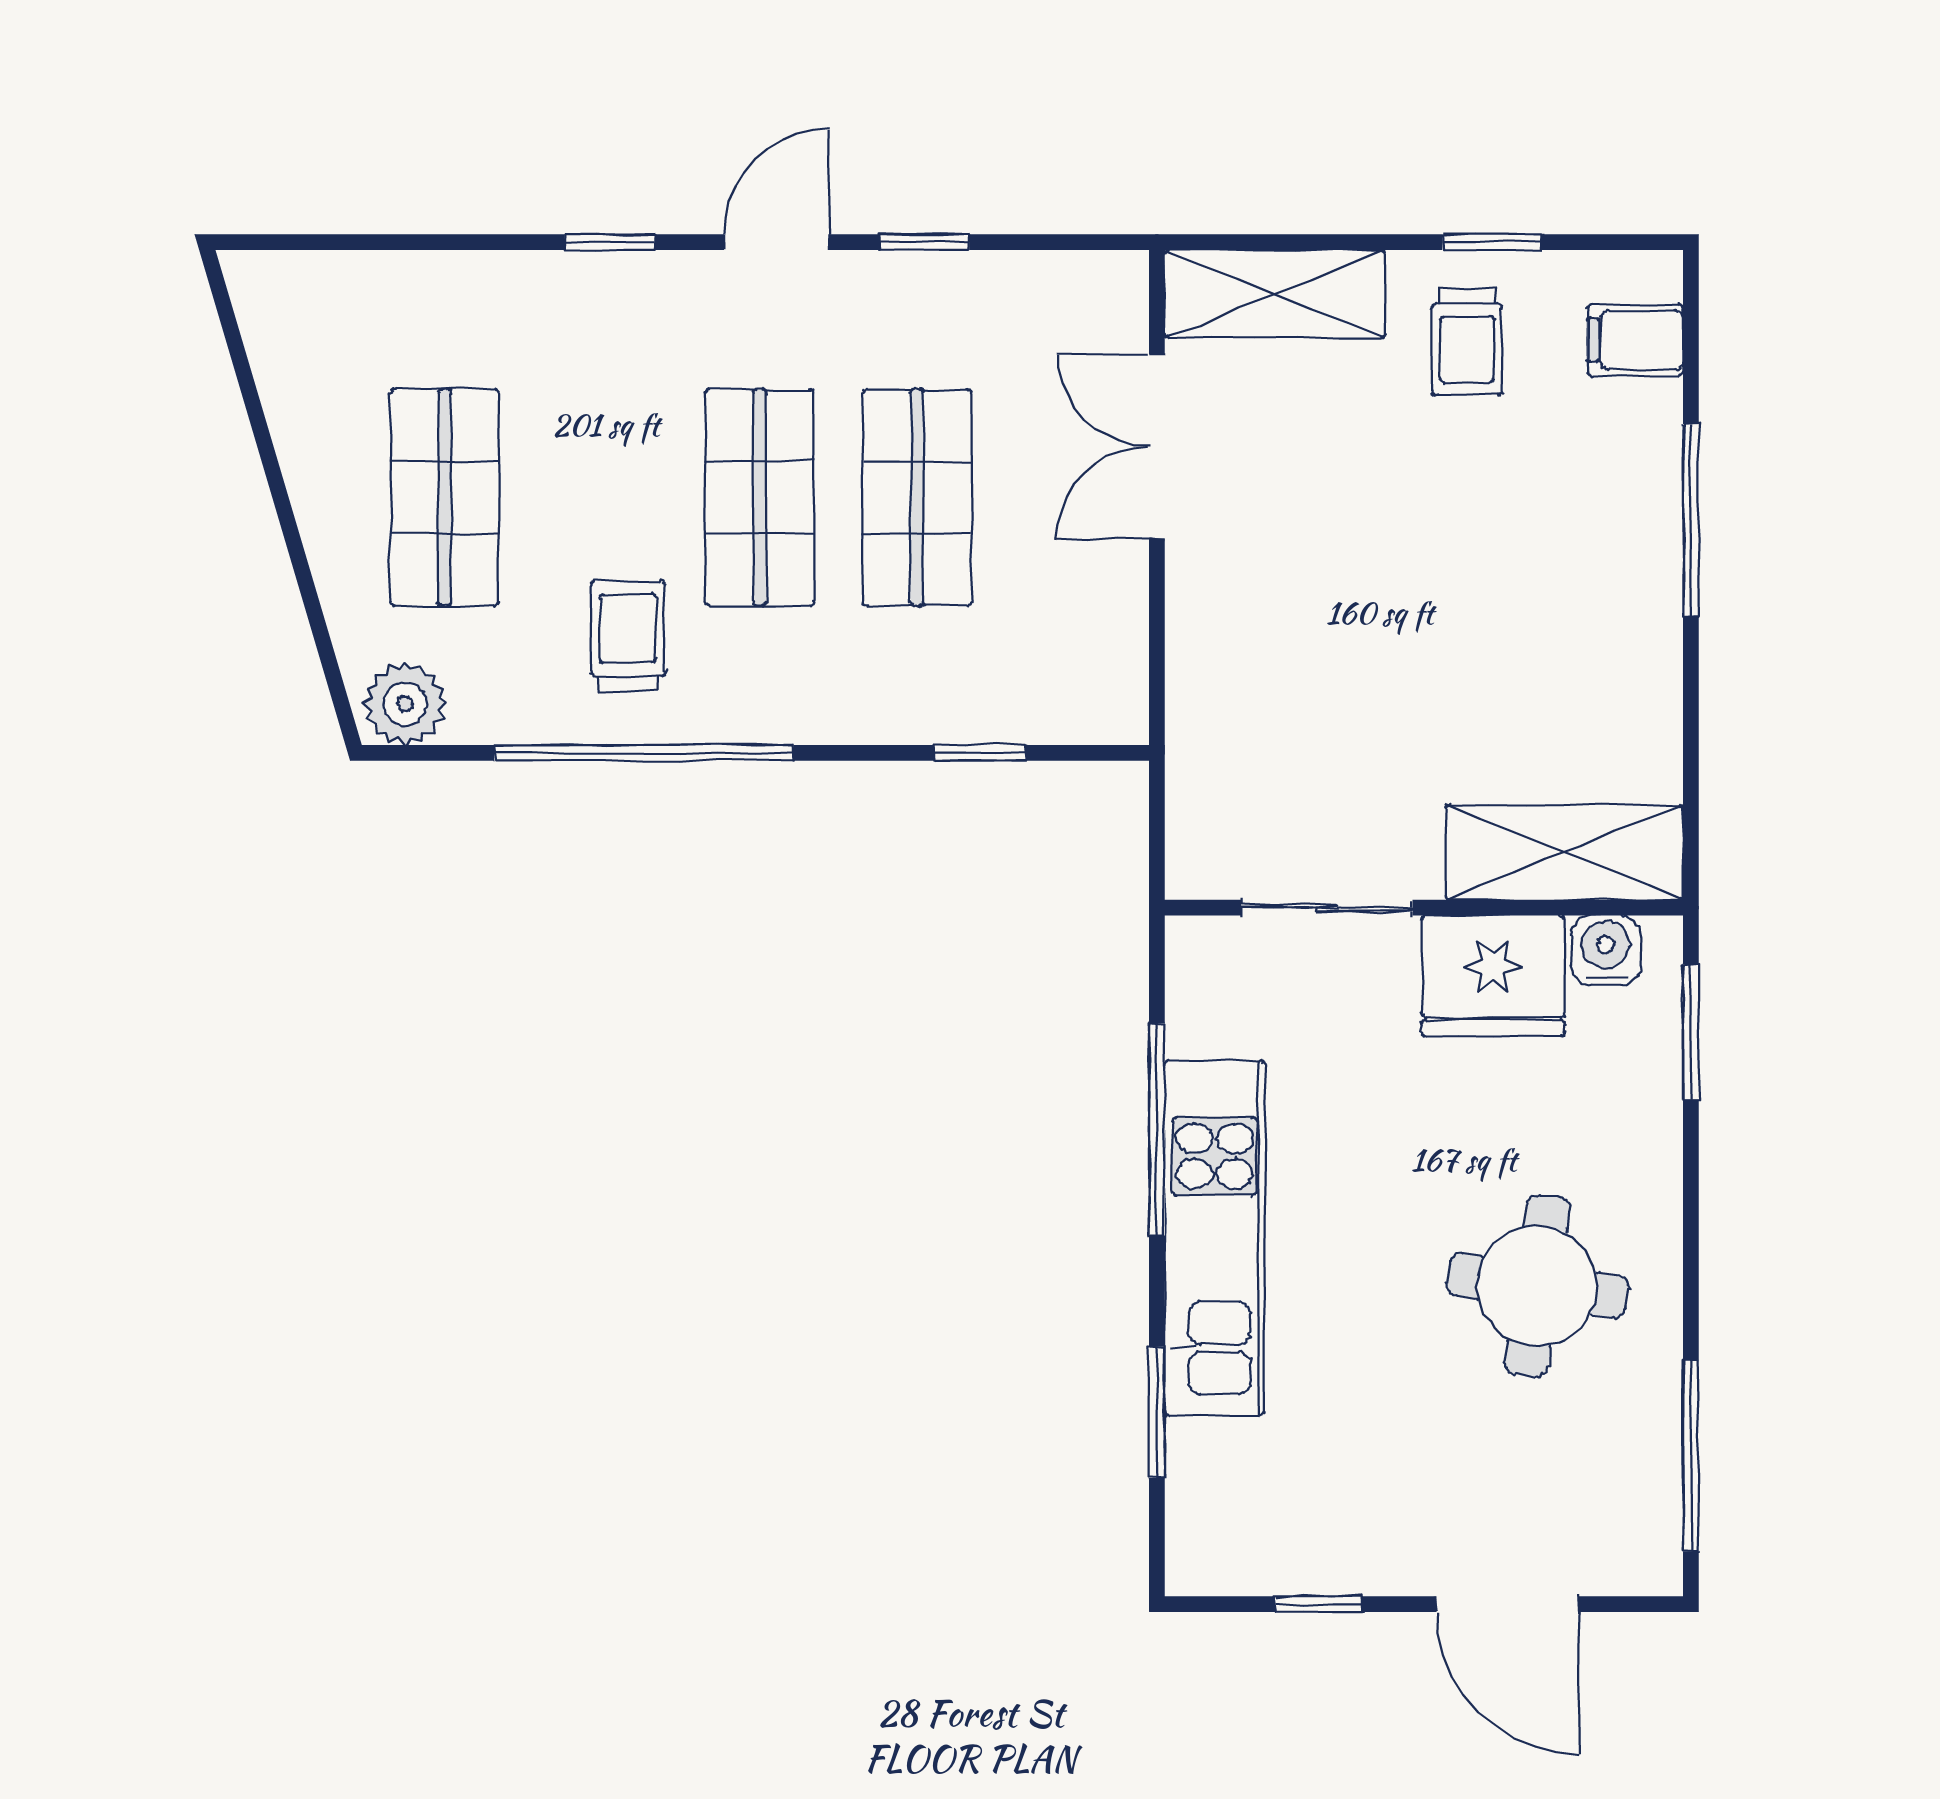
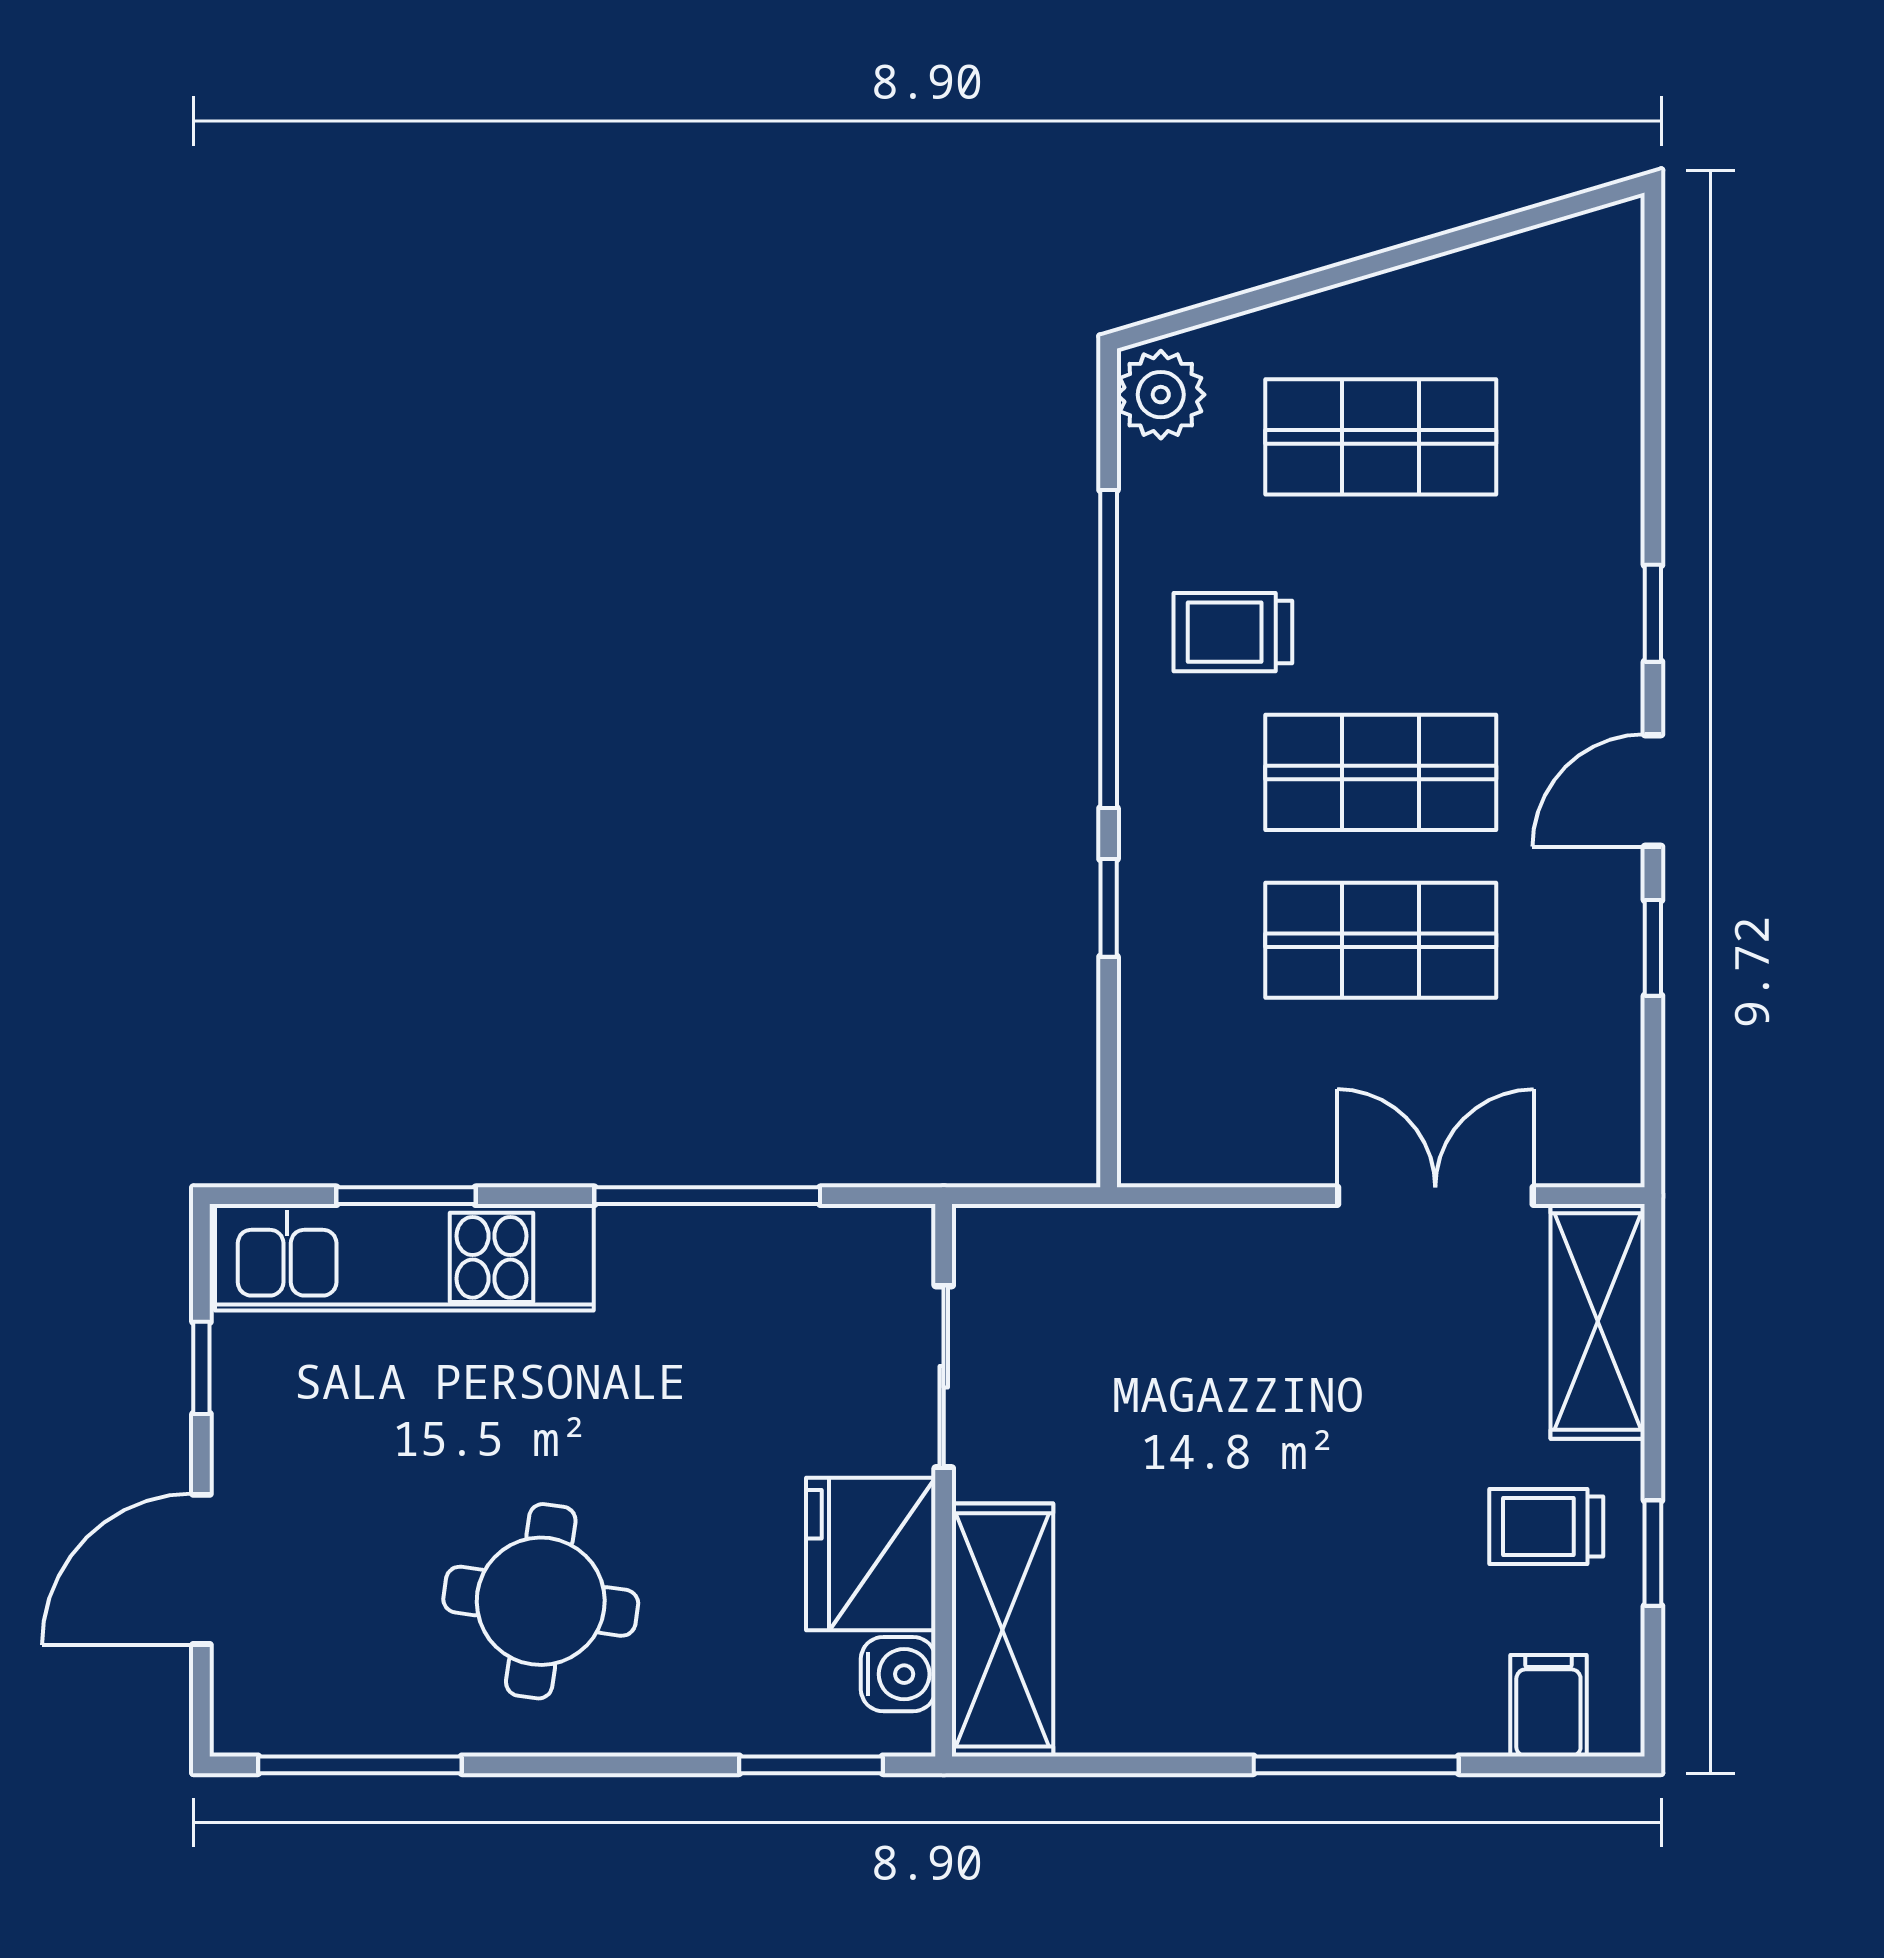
door: (776, 242) -> (1653, 790), swing flipped
trolley: (628, 636) -> (1233, 632), turned 180
window: (980, 753) -> (1109, 908), moved
kitchen unit: (1215, 1238) -> (404, 1257), moved

